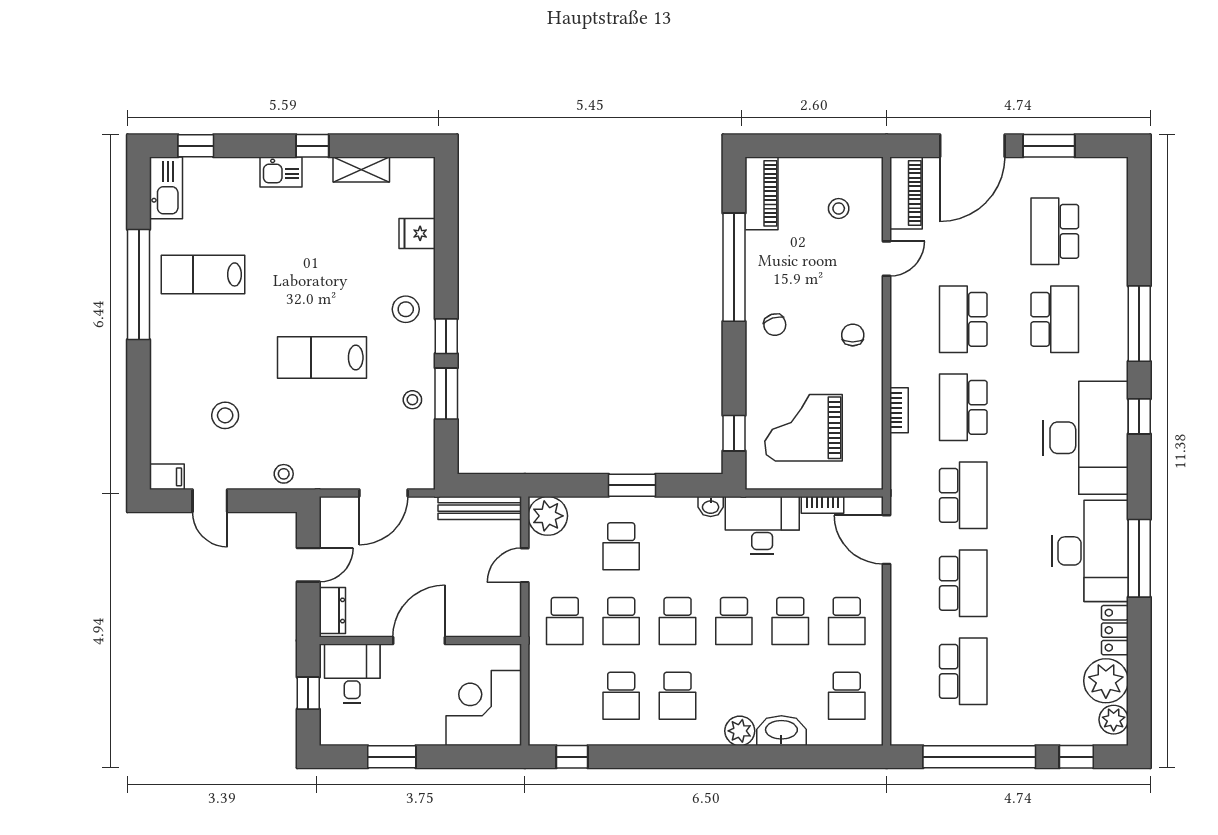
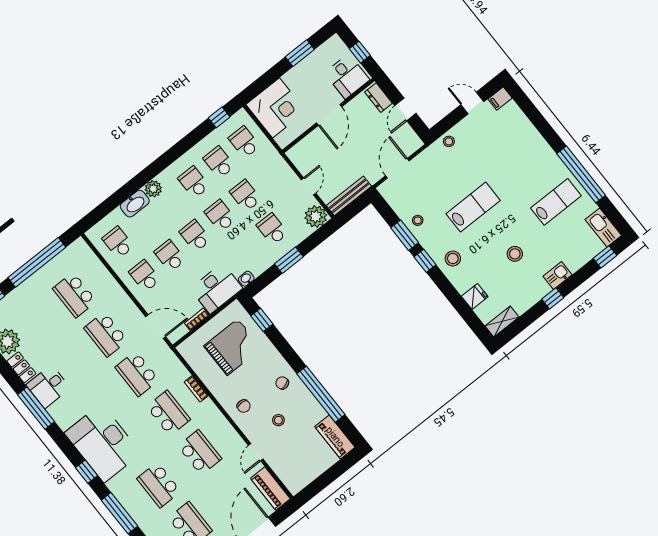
shelving: (361, 170) -> (502, 321), moved
stool: (839, 208) -> (278, 420), moved
stool: (225, 415) -> (515, 254), moved
desk: (1090, 551) -> (48, 386), width x0.53, depth x0.77
school desk: (565, 621) -> (244, 142), moved

